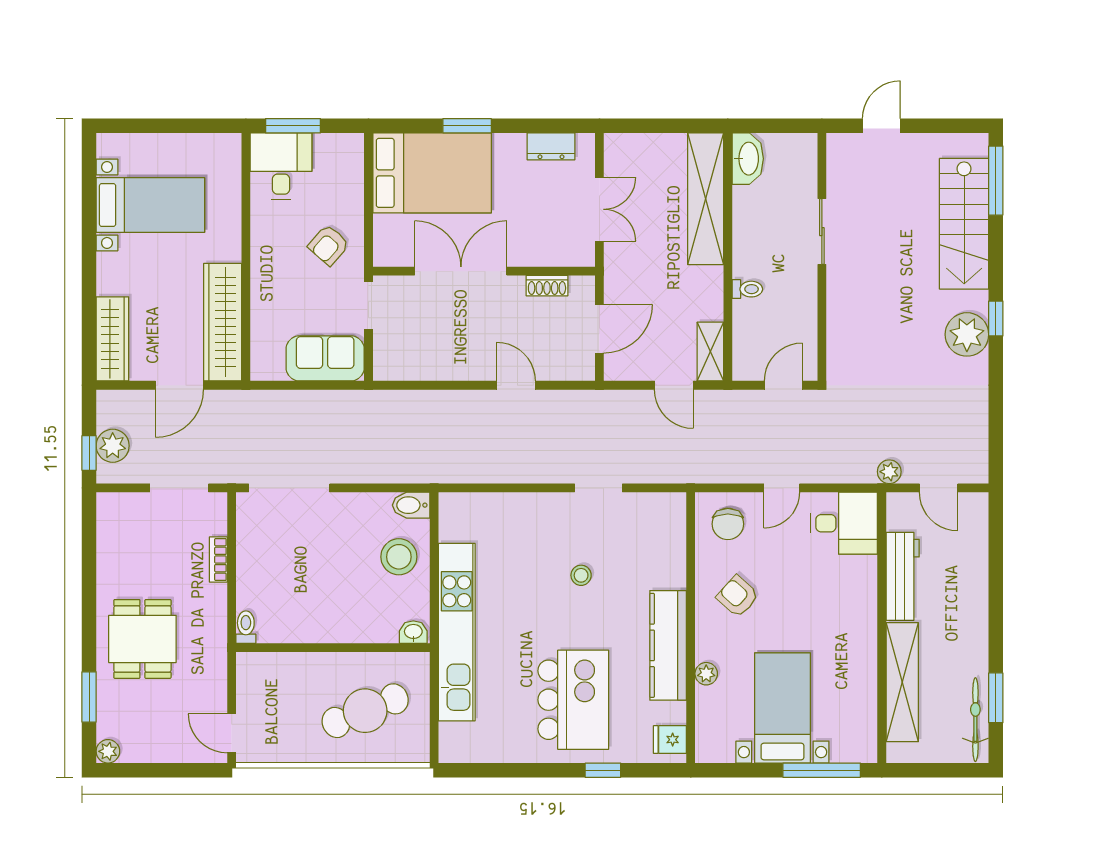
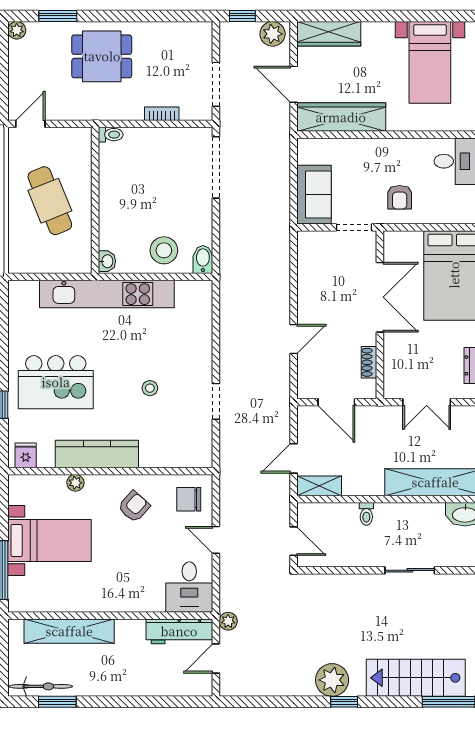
armchair: (329, 245) -> (400, 197), turned -131
plant: (113, 446) -> (273, 34), moved
workbench: (903, 576) -> (179, 631), moved
cafe table: (365, 711) -> (50, 201), moved

